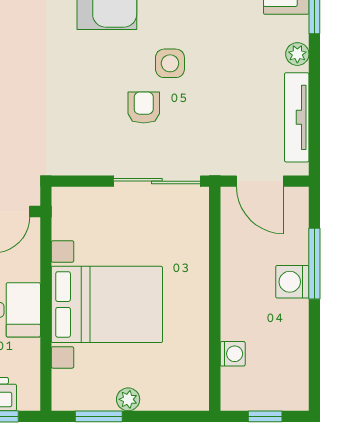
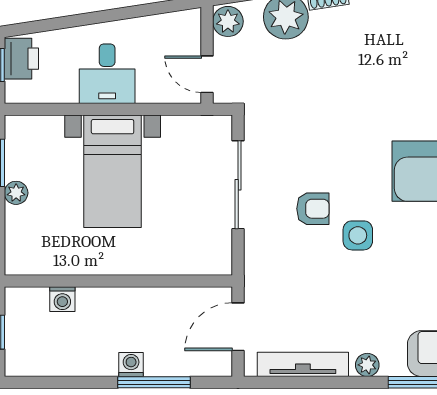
sliding door: (157, 181) -> (238, 185), moved
washing machine: (292, 282) -> (131, 364), width x0.73, depth x0.73
bed with nightstands: (107, 304) -> (113, 171), width x0.73

